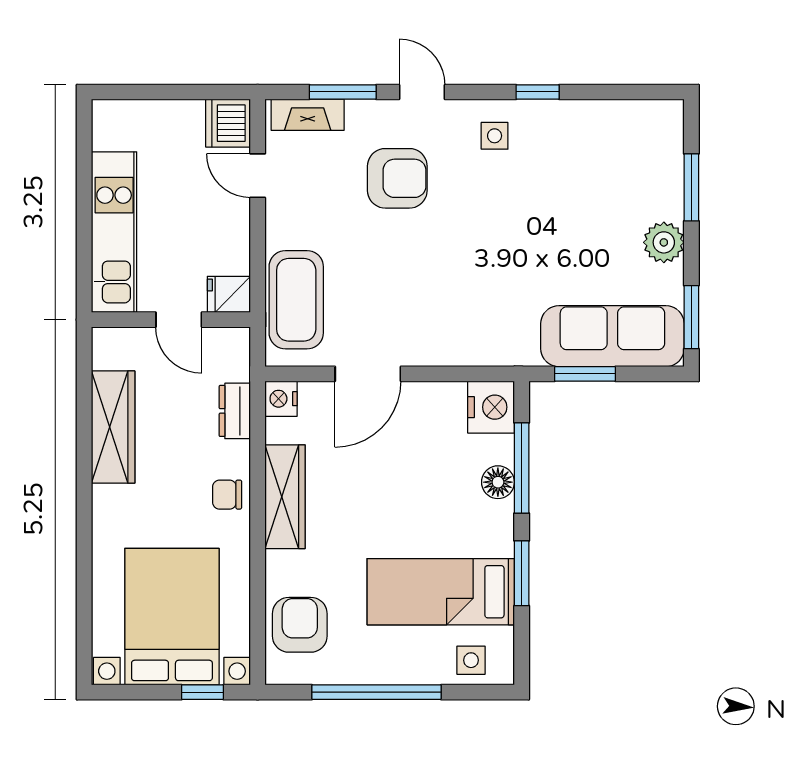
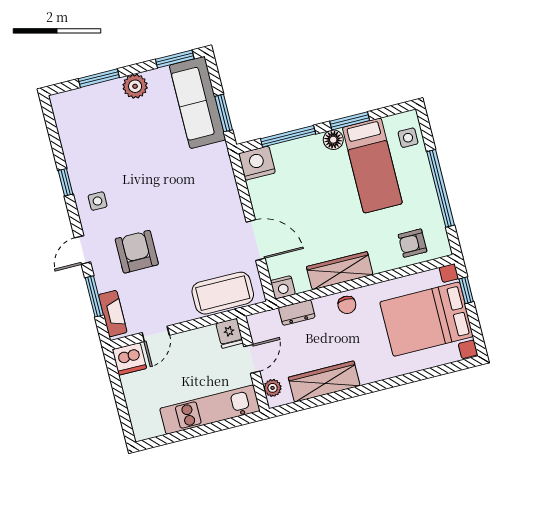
plant: (124, 342) -> (273, 388), added
floor lamp: (498, 482) -> (333, 140), moved
armchair: (300, 625) -> (413, 243), width x0.72, depth x0.72

